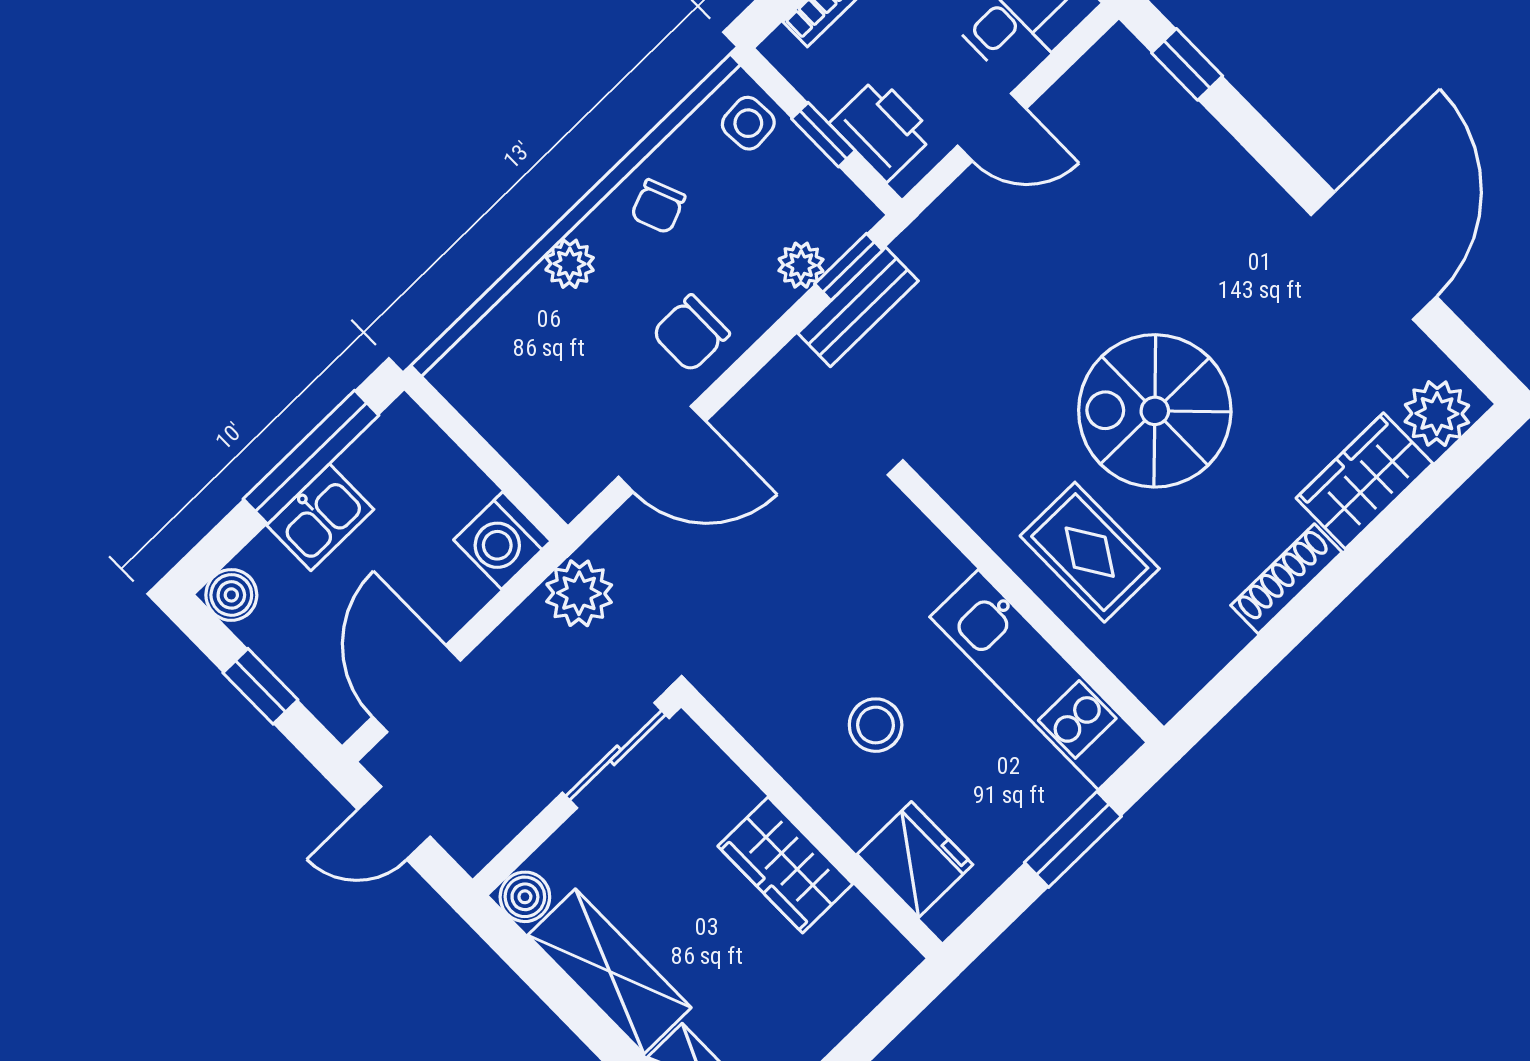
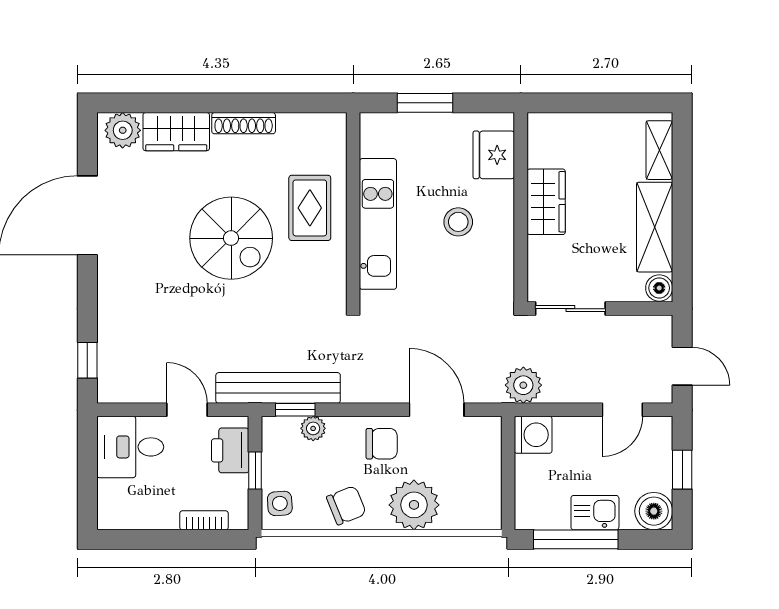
chair: (658, 206) -> (346, 505), width x1.37, depth x1.37
plant: (570, 264) -> (414, 505), width x1.88, depth x1.88
bench: (858, 307) -> (278, 388), width x1.86, depth x1.21
boiler: (231, 595) -> (654, 511), width x1.36, depth x1.36
kitchen unit: (1038, 680) -> (378, 224), moved
door: (416, 689) -> (622, 410), width x0.73

